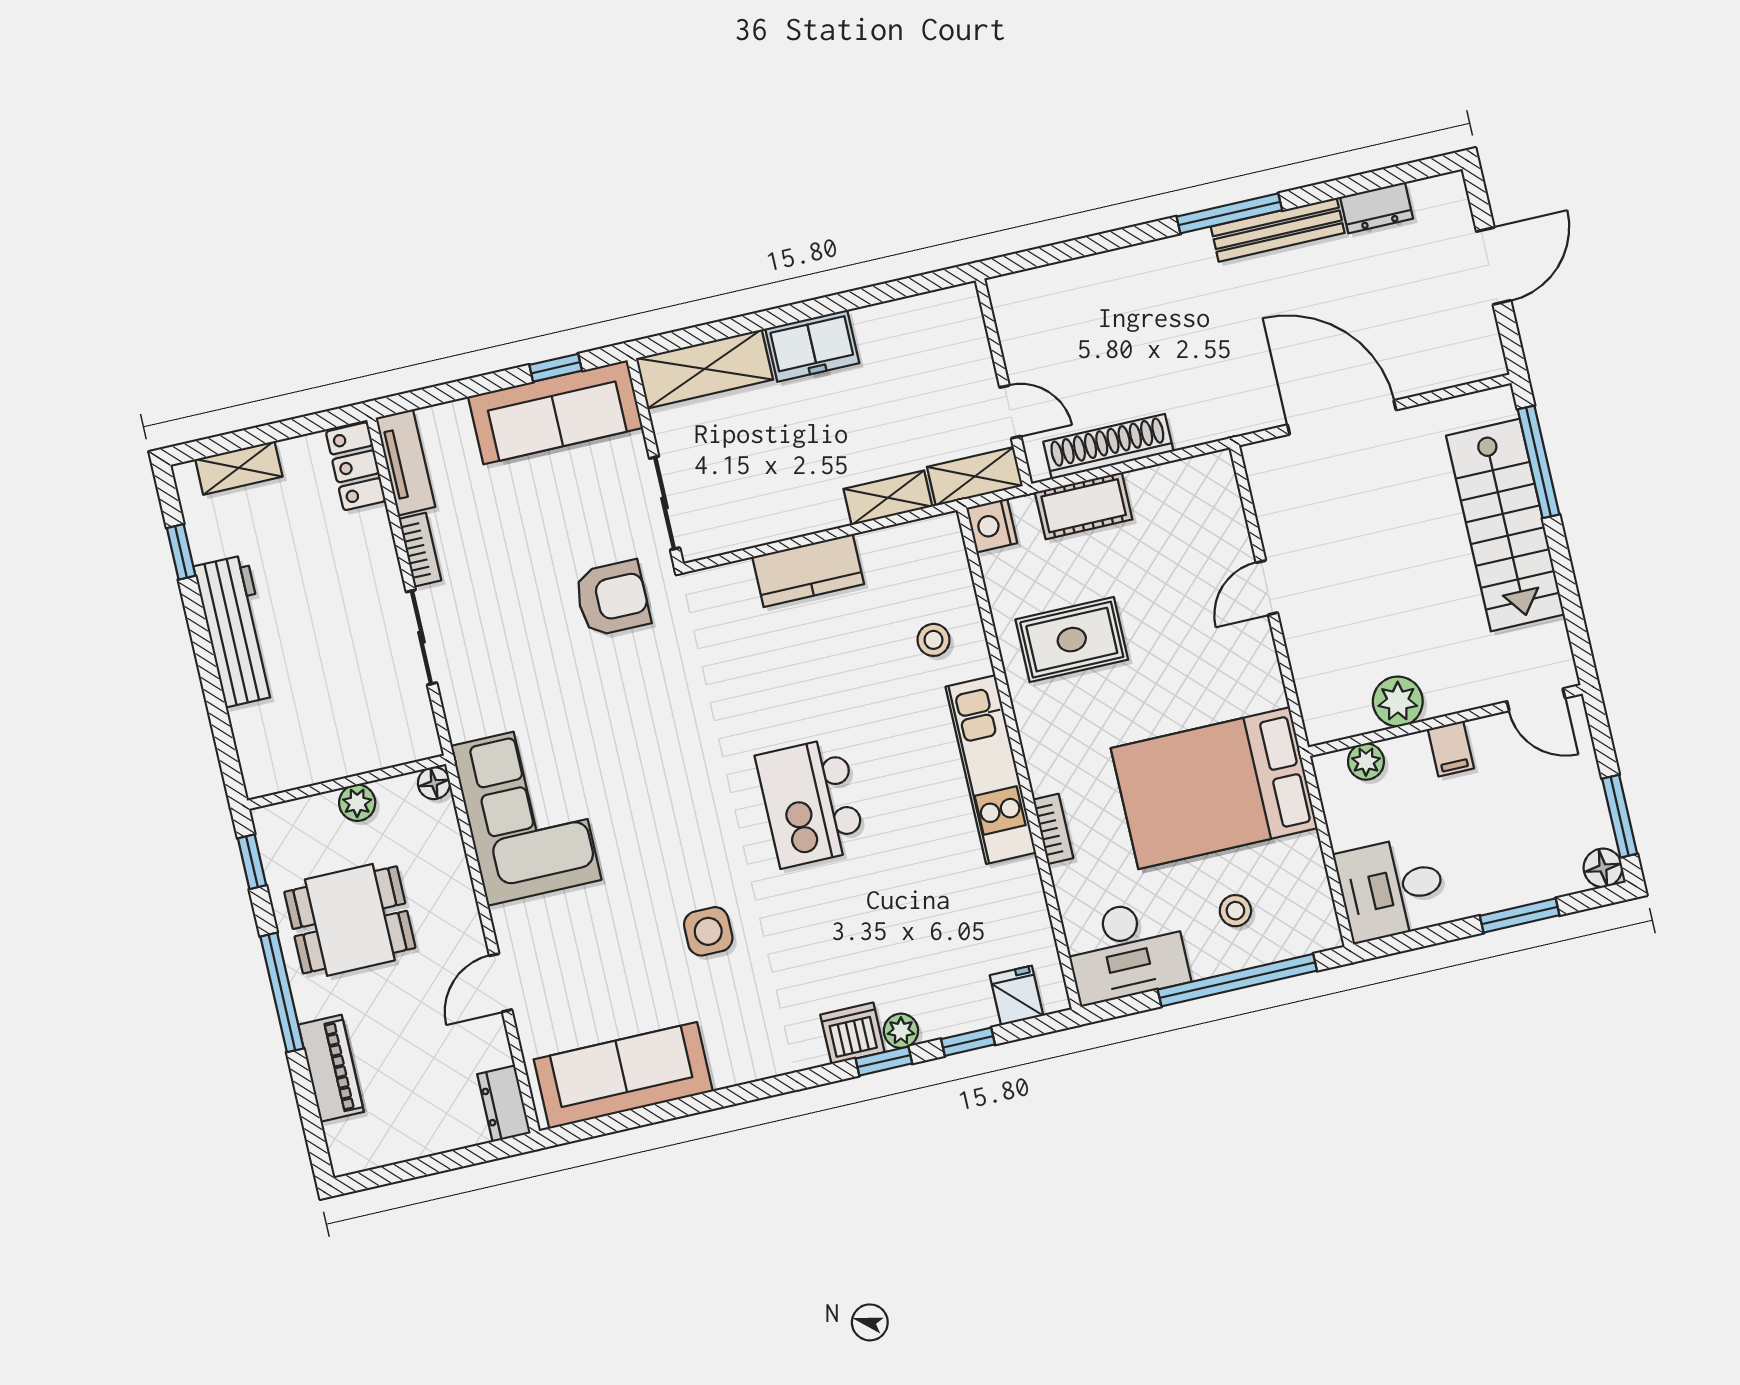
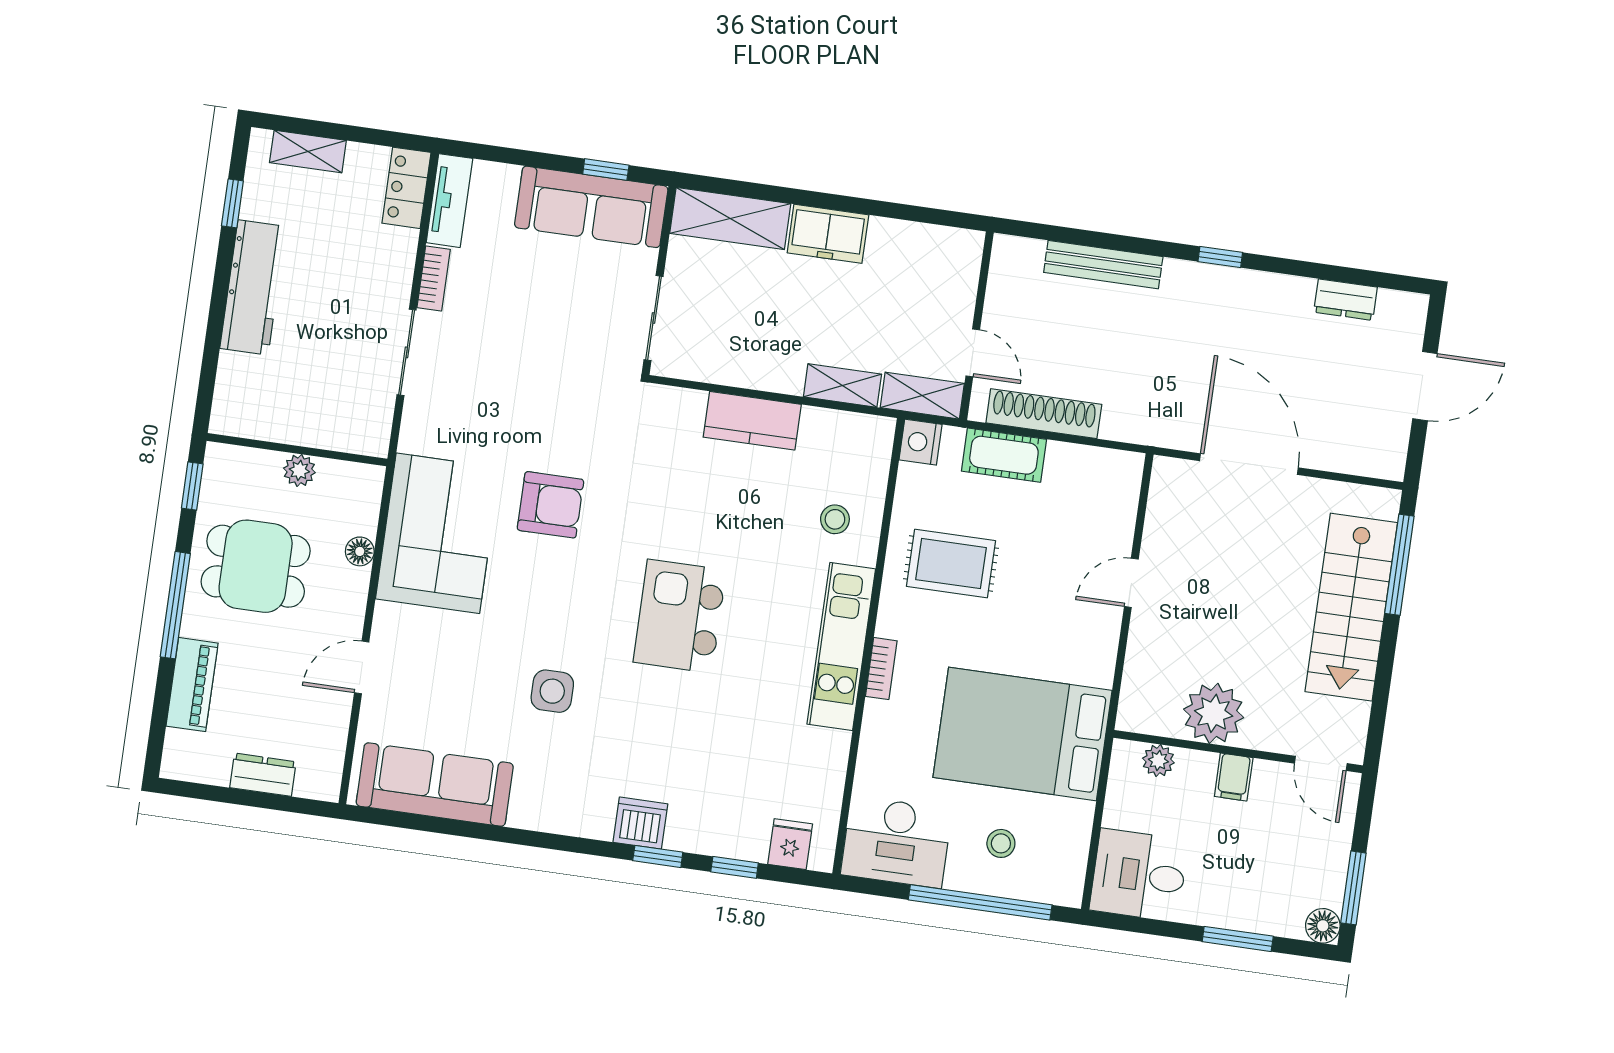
window: (1229, 213) -> (1220, 257), width x0.46
bench: (1278, 230) -> (1103, 265), moved
armchair: (612, 598) -> (550, 505), moved
plant: (1398, 701) -> (1214, 713), width x1.36, depth x1.36
floor lamp: (434, 783) -> (360, 551), moved
bookcase: (1053, 829) -> (881, 669), moved
plant: (901, 1031) -> (682, 837), removed
dresser: (504, 1104) -> (263, 775), moved, turned 90

